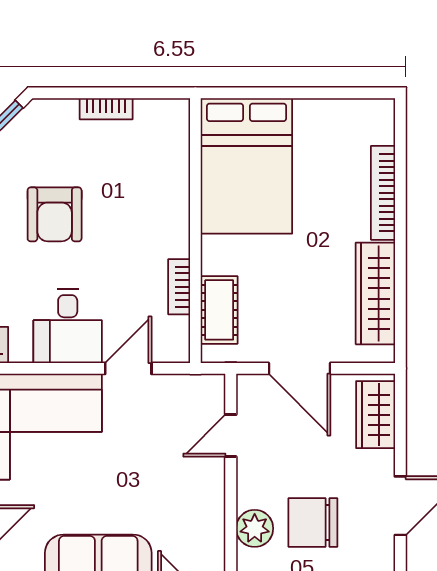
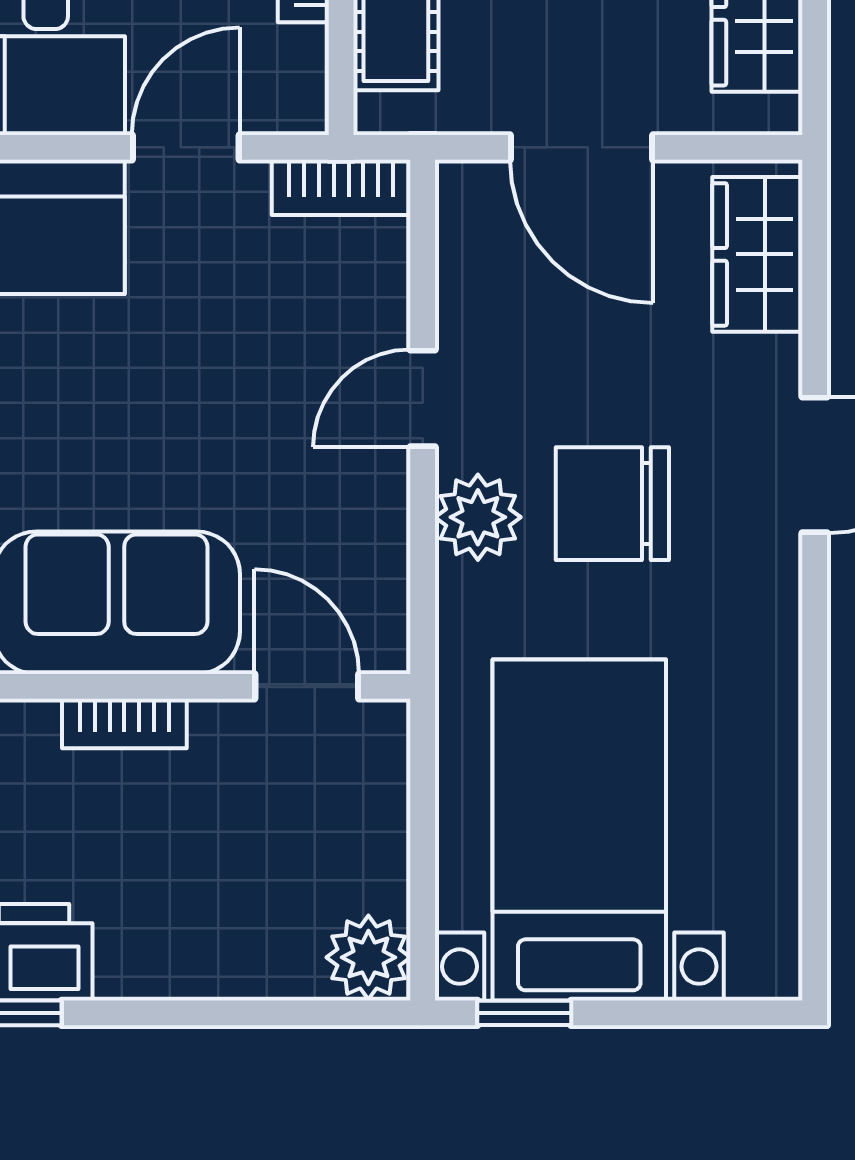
bookcase: (195, 386) -> (341, 187), added
door: (231, 436) -> (423, 398), moved

